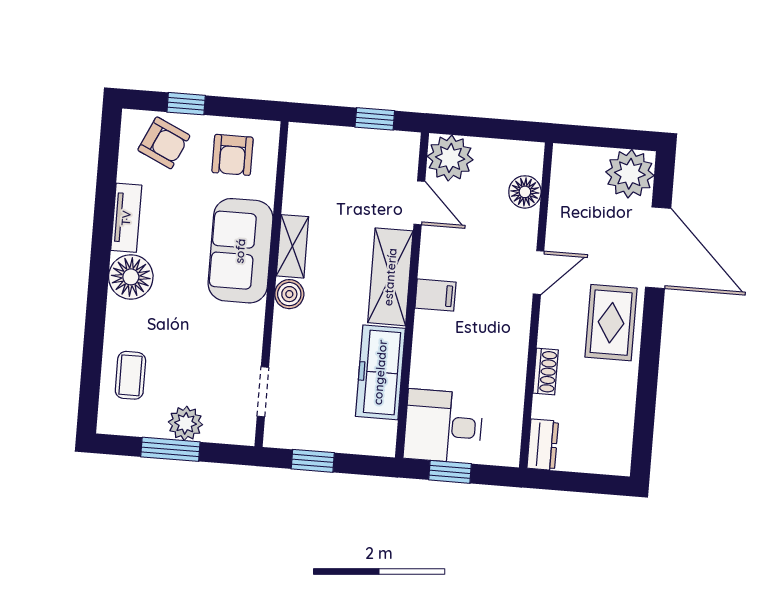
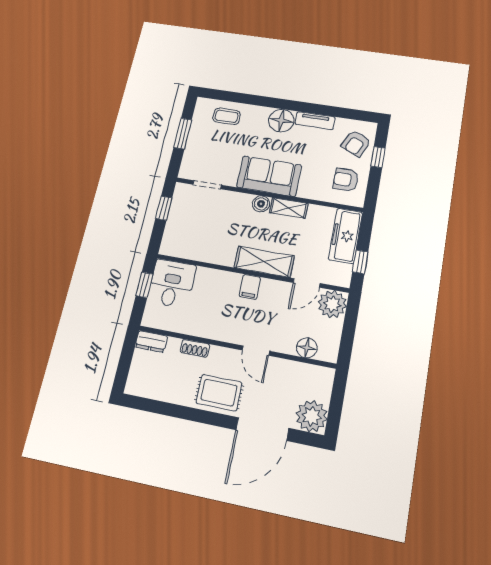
sofa: (240, 251) -> (269, 176), moved
freezer: (380, 372) -> (345, 236), moved, turned -90
plant: (185, 423) -> (196, 142), removed

